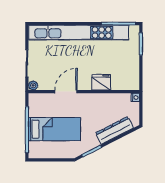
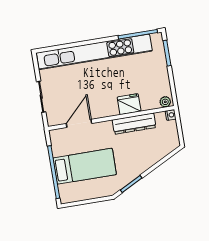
plant: (33, 85) -> (165, 102), moved
door: (66, 92) -> (79, 123), moved
dresser: (114, 130) -> (134, 124), moved, turned -153

